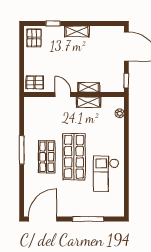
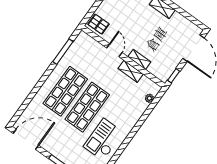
window: (22, 150) -> (63, 52), moved
shop shelf: (47, 157) -> (65, 91), width x1.43, depth x1.36

